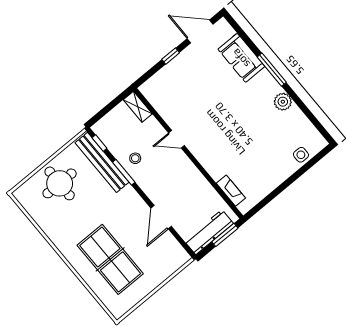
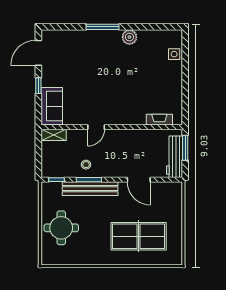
sofa: (241, 58) -> (52, 106), moved, turned -90
bench: (102, 162) -> (90, 189), moved

